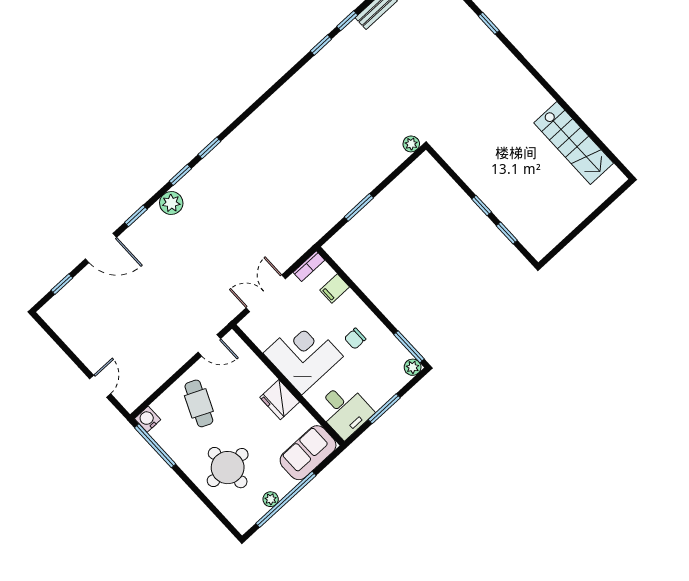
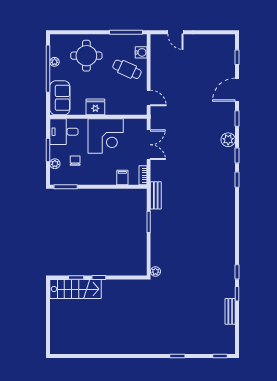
stairs: (574, 143) -> (75, 289), moved, turned 180
bench: (319, 228) -> (156, 195), added
chair: (355, 339) -> (75, 161), moved
door: (209, 345) -> (149, 98), swing flipped
plant: (413, 367) -> (55, 164), moved
water cooler: (148, 419) -> (141, 52), moved

